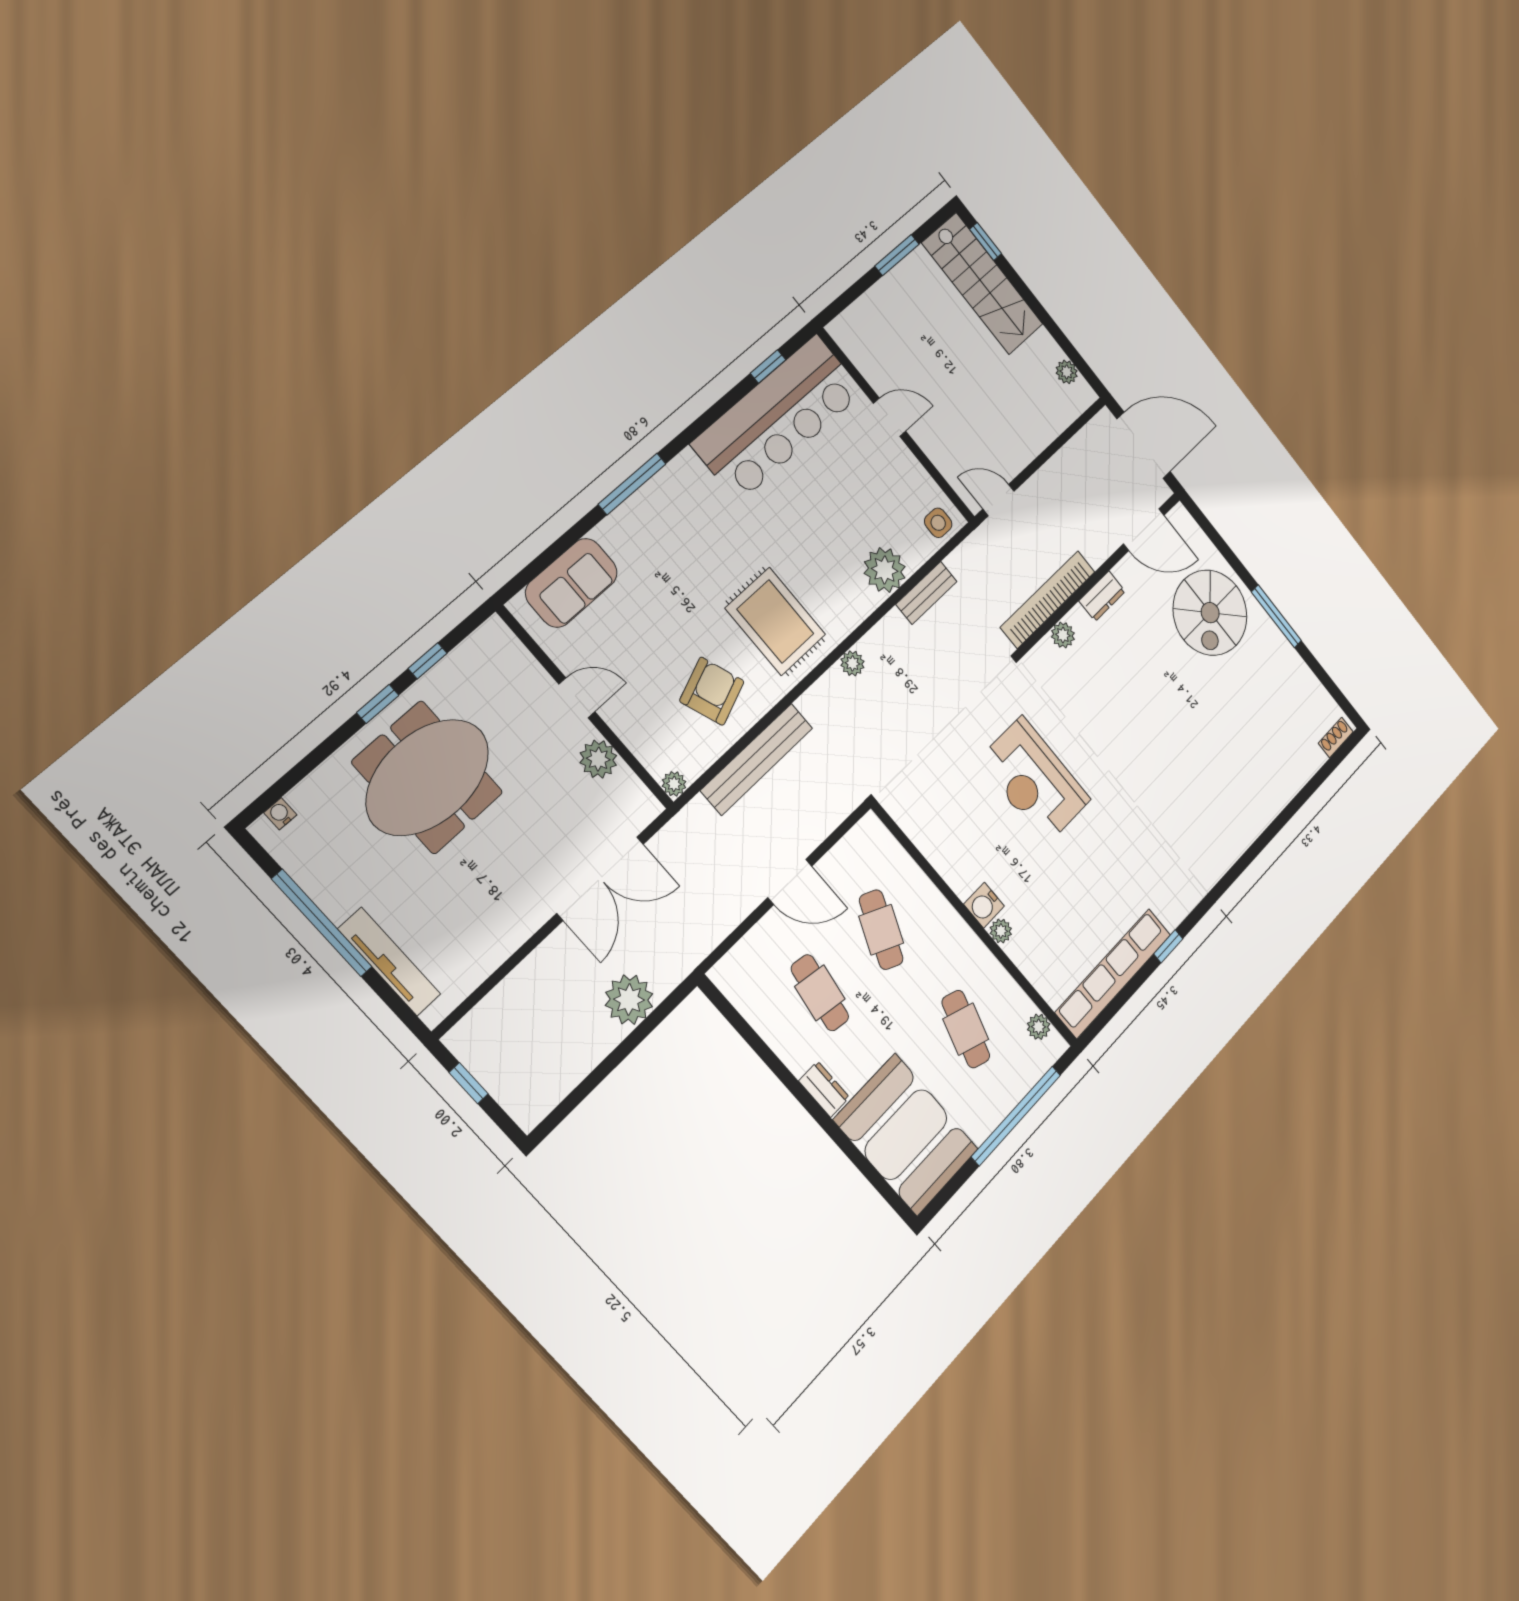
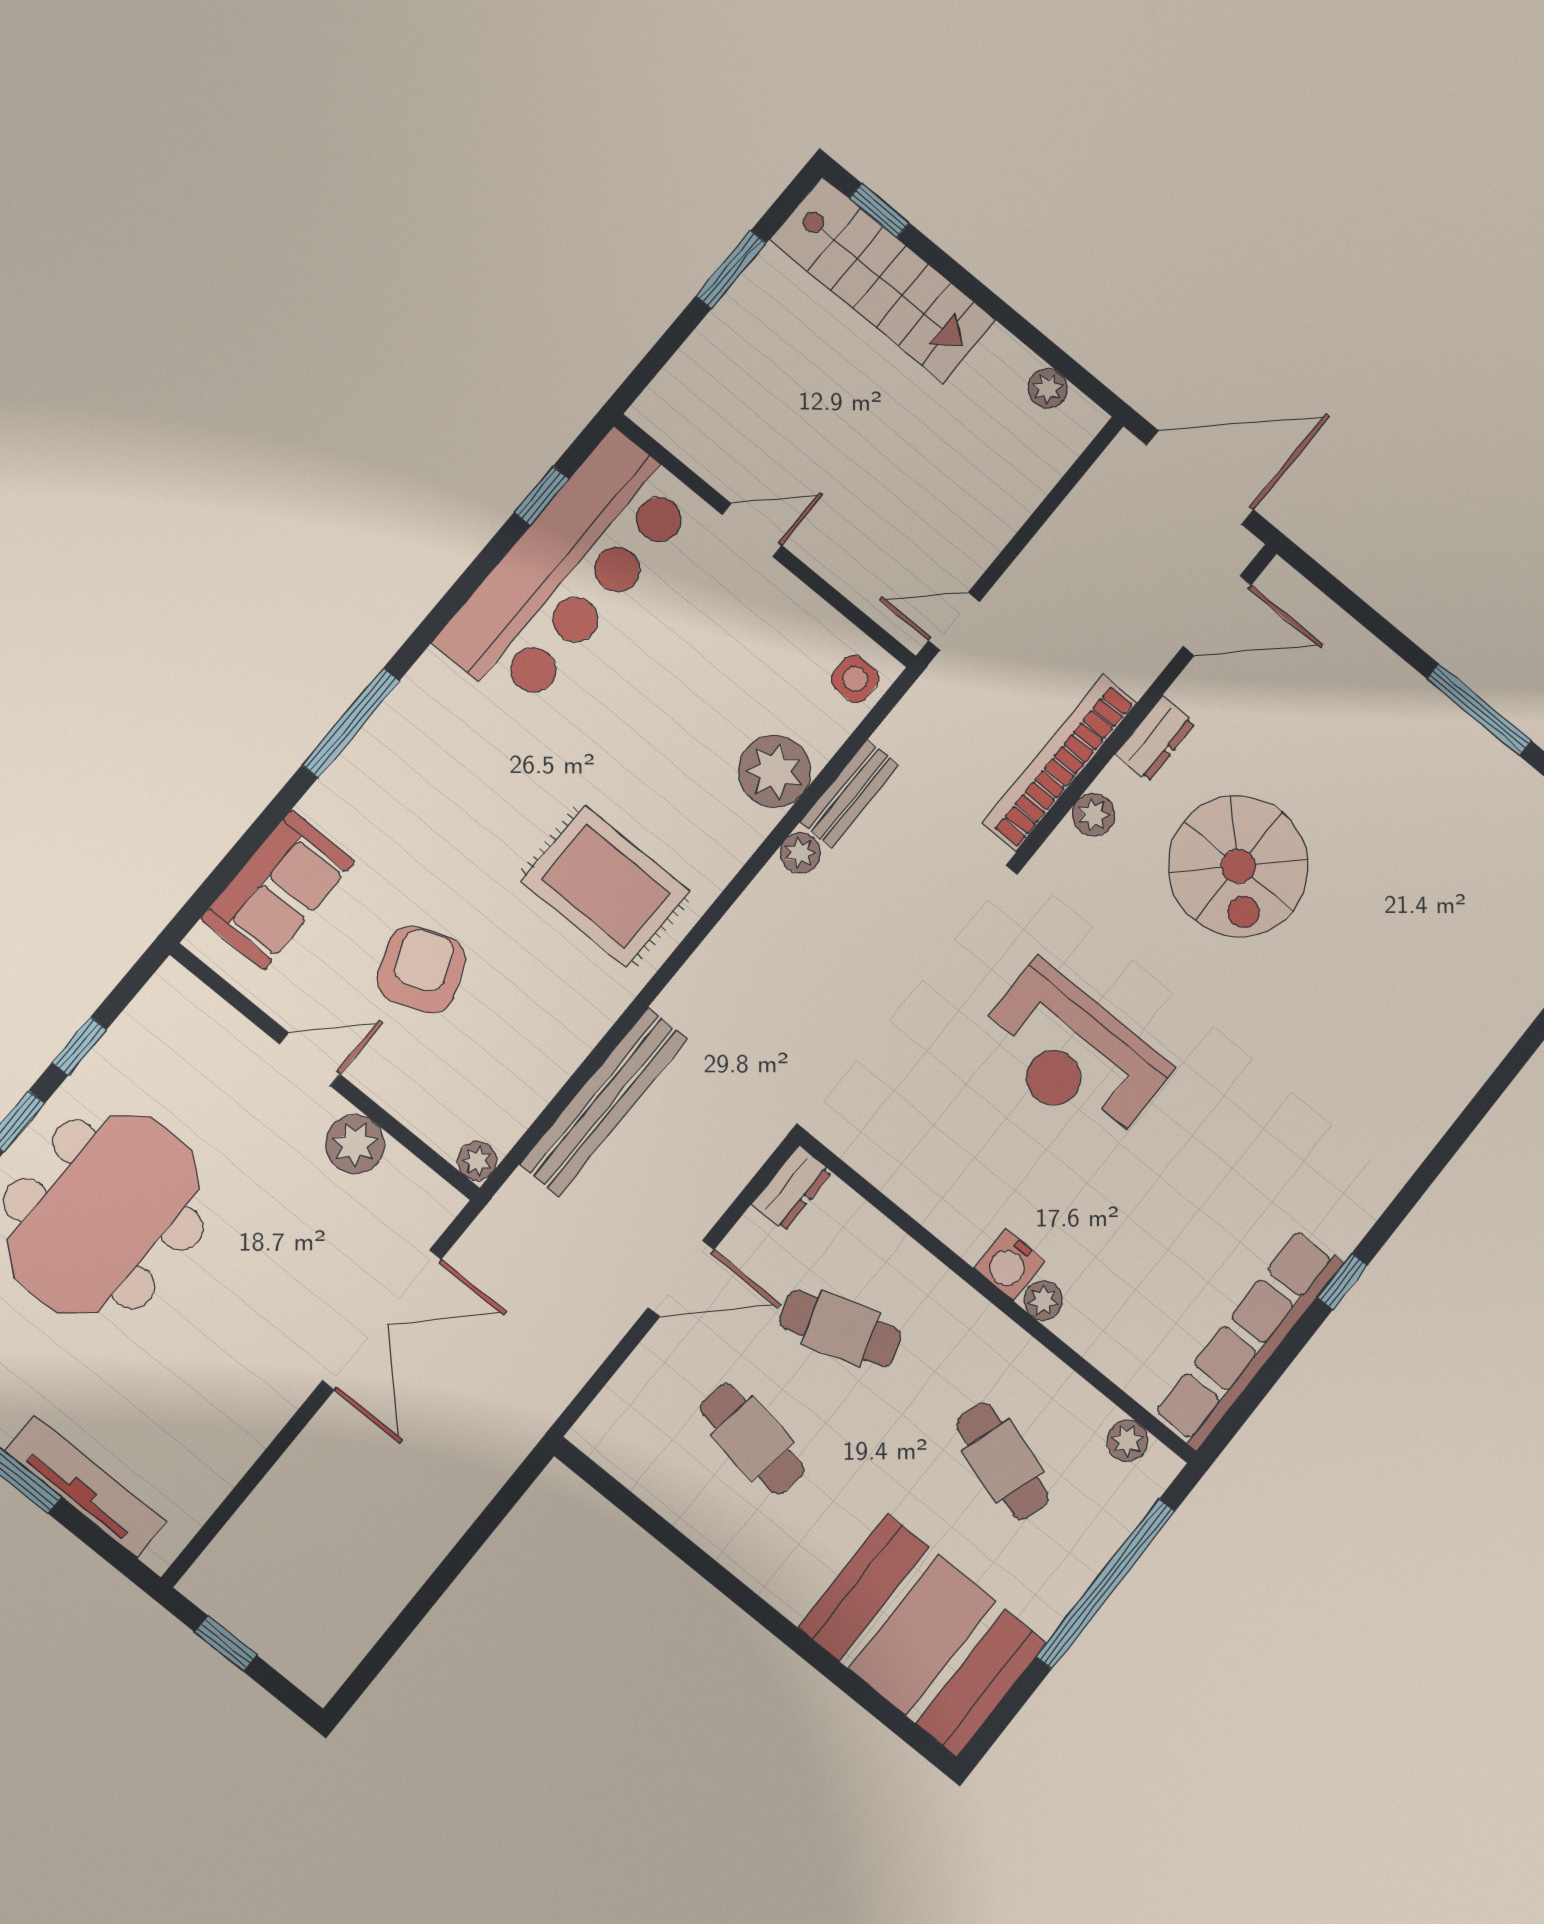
spiral stairs: (1210, 613) -> (1239, 866), moved
plant: (852, 663) -> (800, 853), moved
armchair: (712, 691) -> (421, 969), moved
cafe table: (881, 930) -> (840, 1329), turned -42
plant: (629, 1000) -> (451, 1491), removed
dresser: (824, 1089) -> (792, 1188), moved, turned 90

